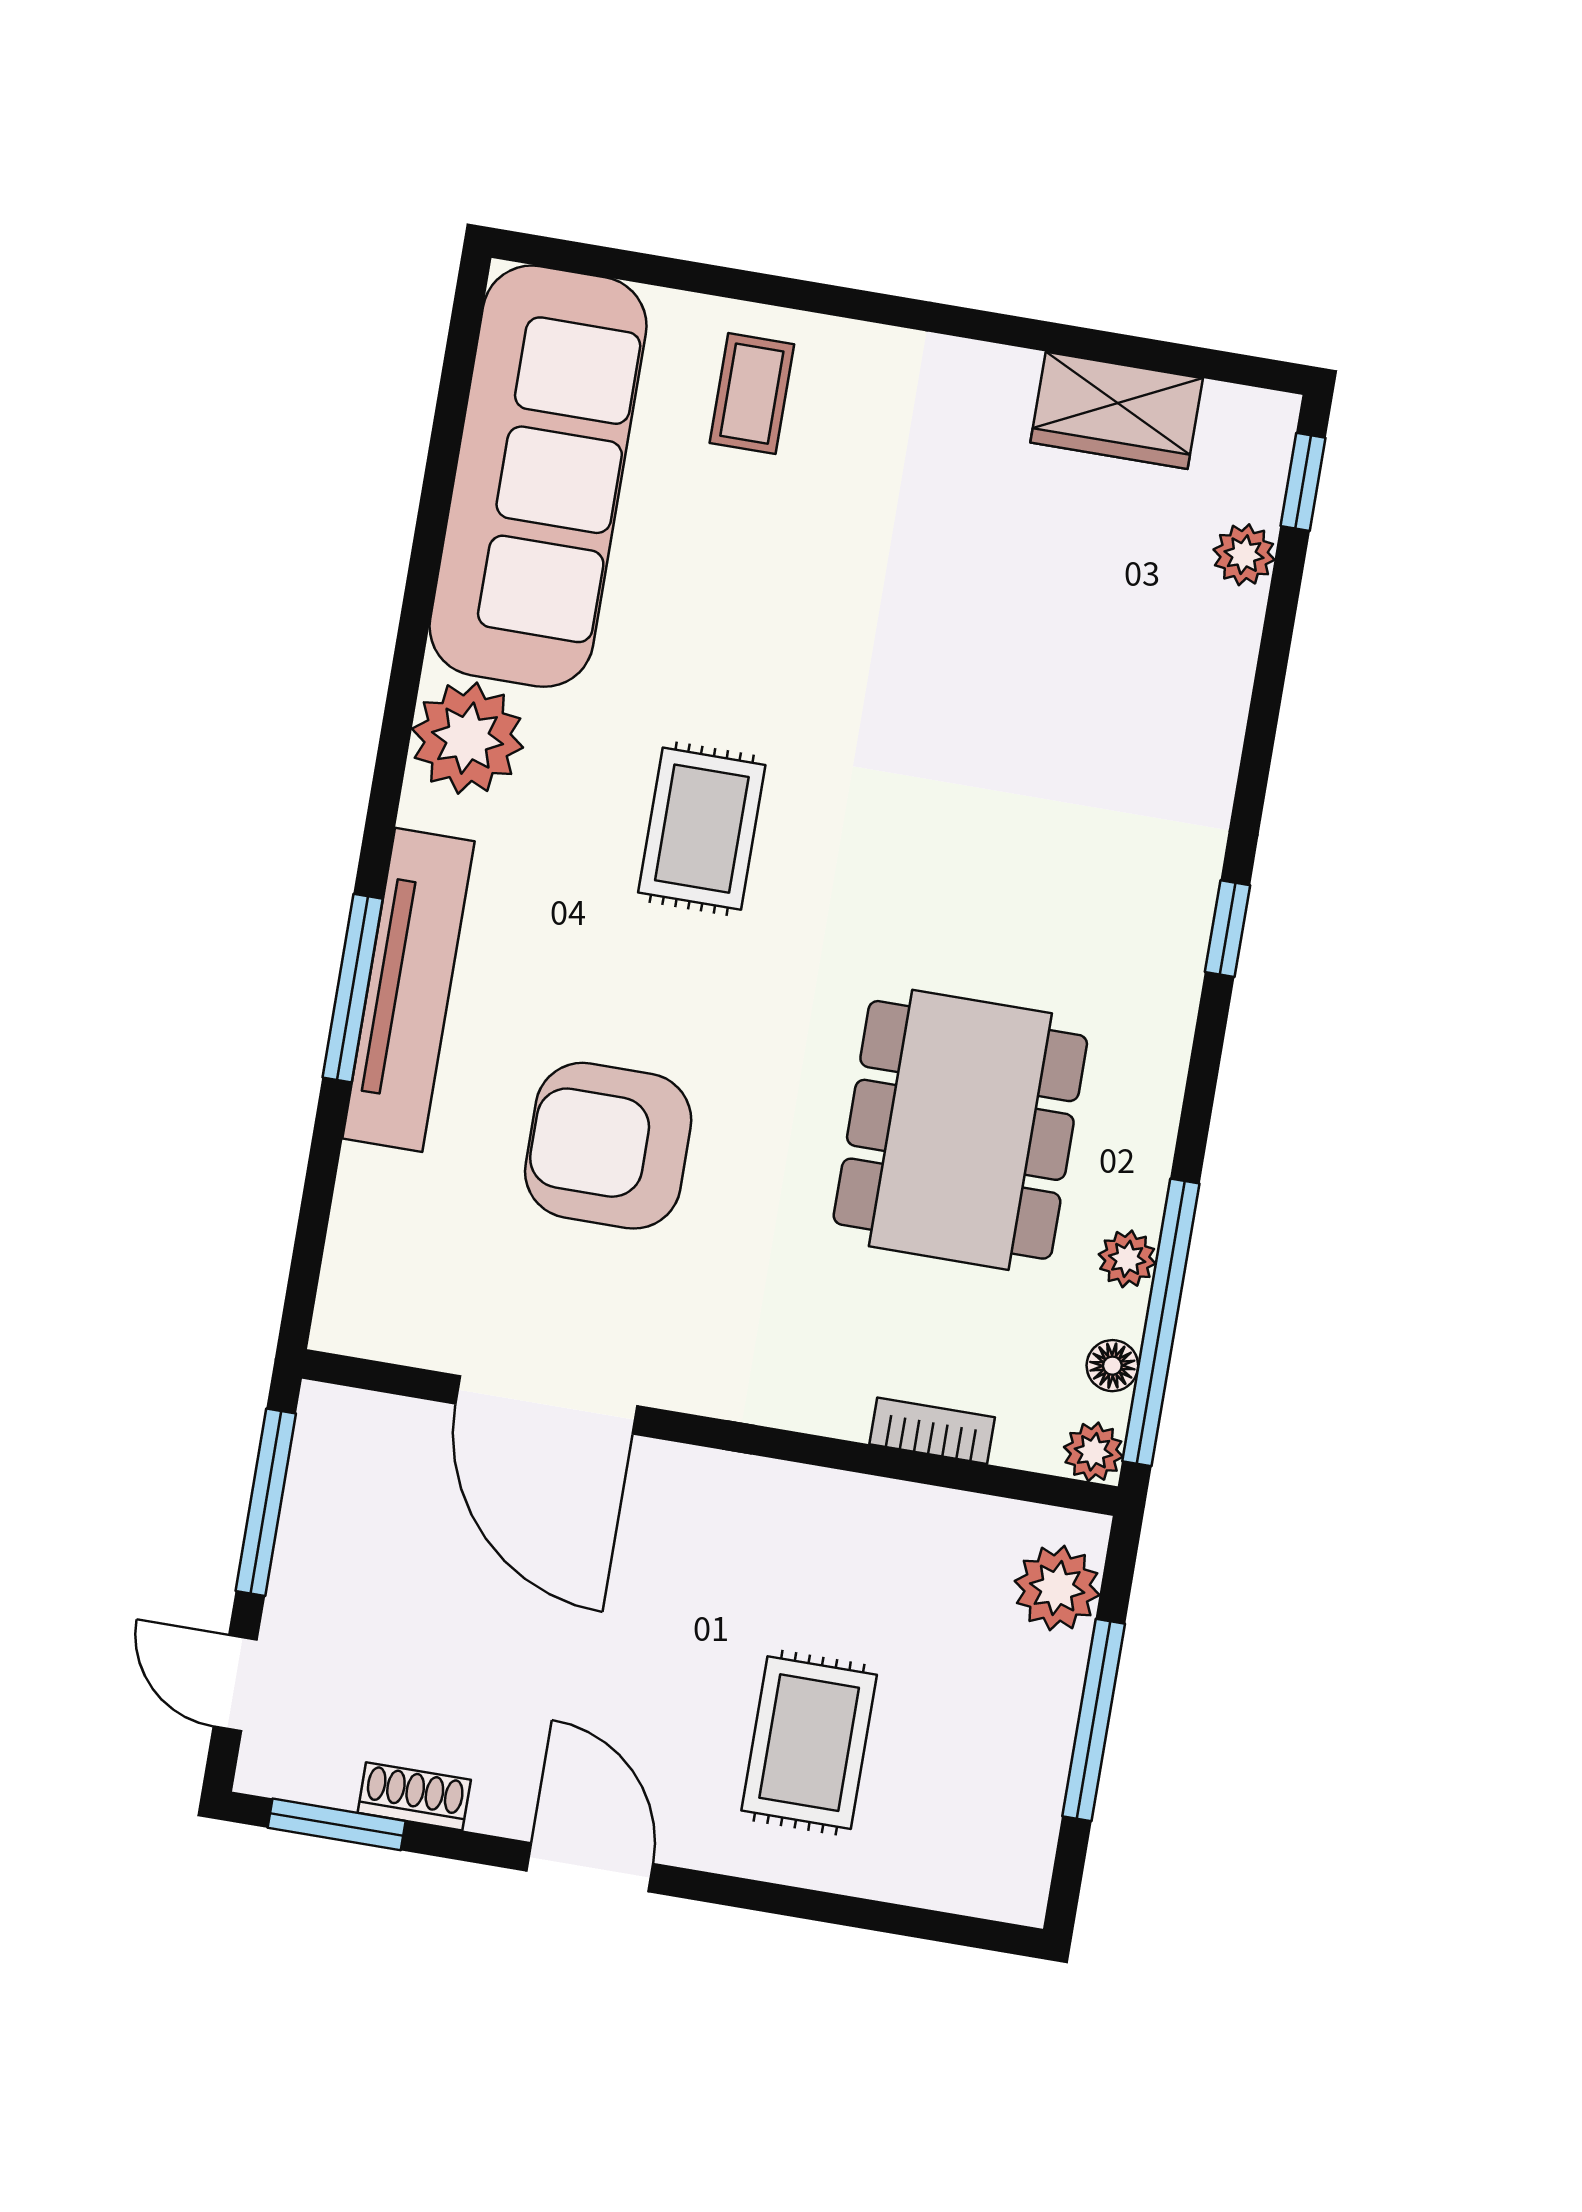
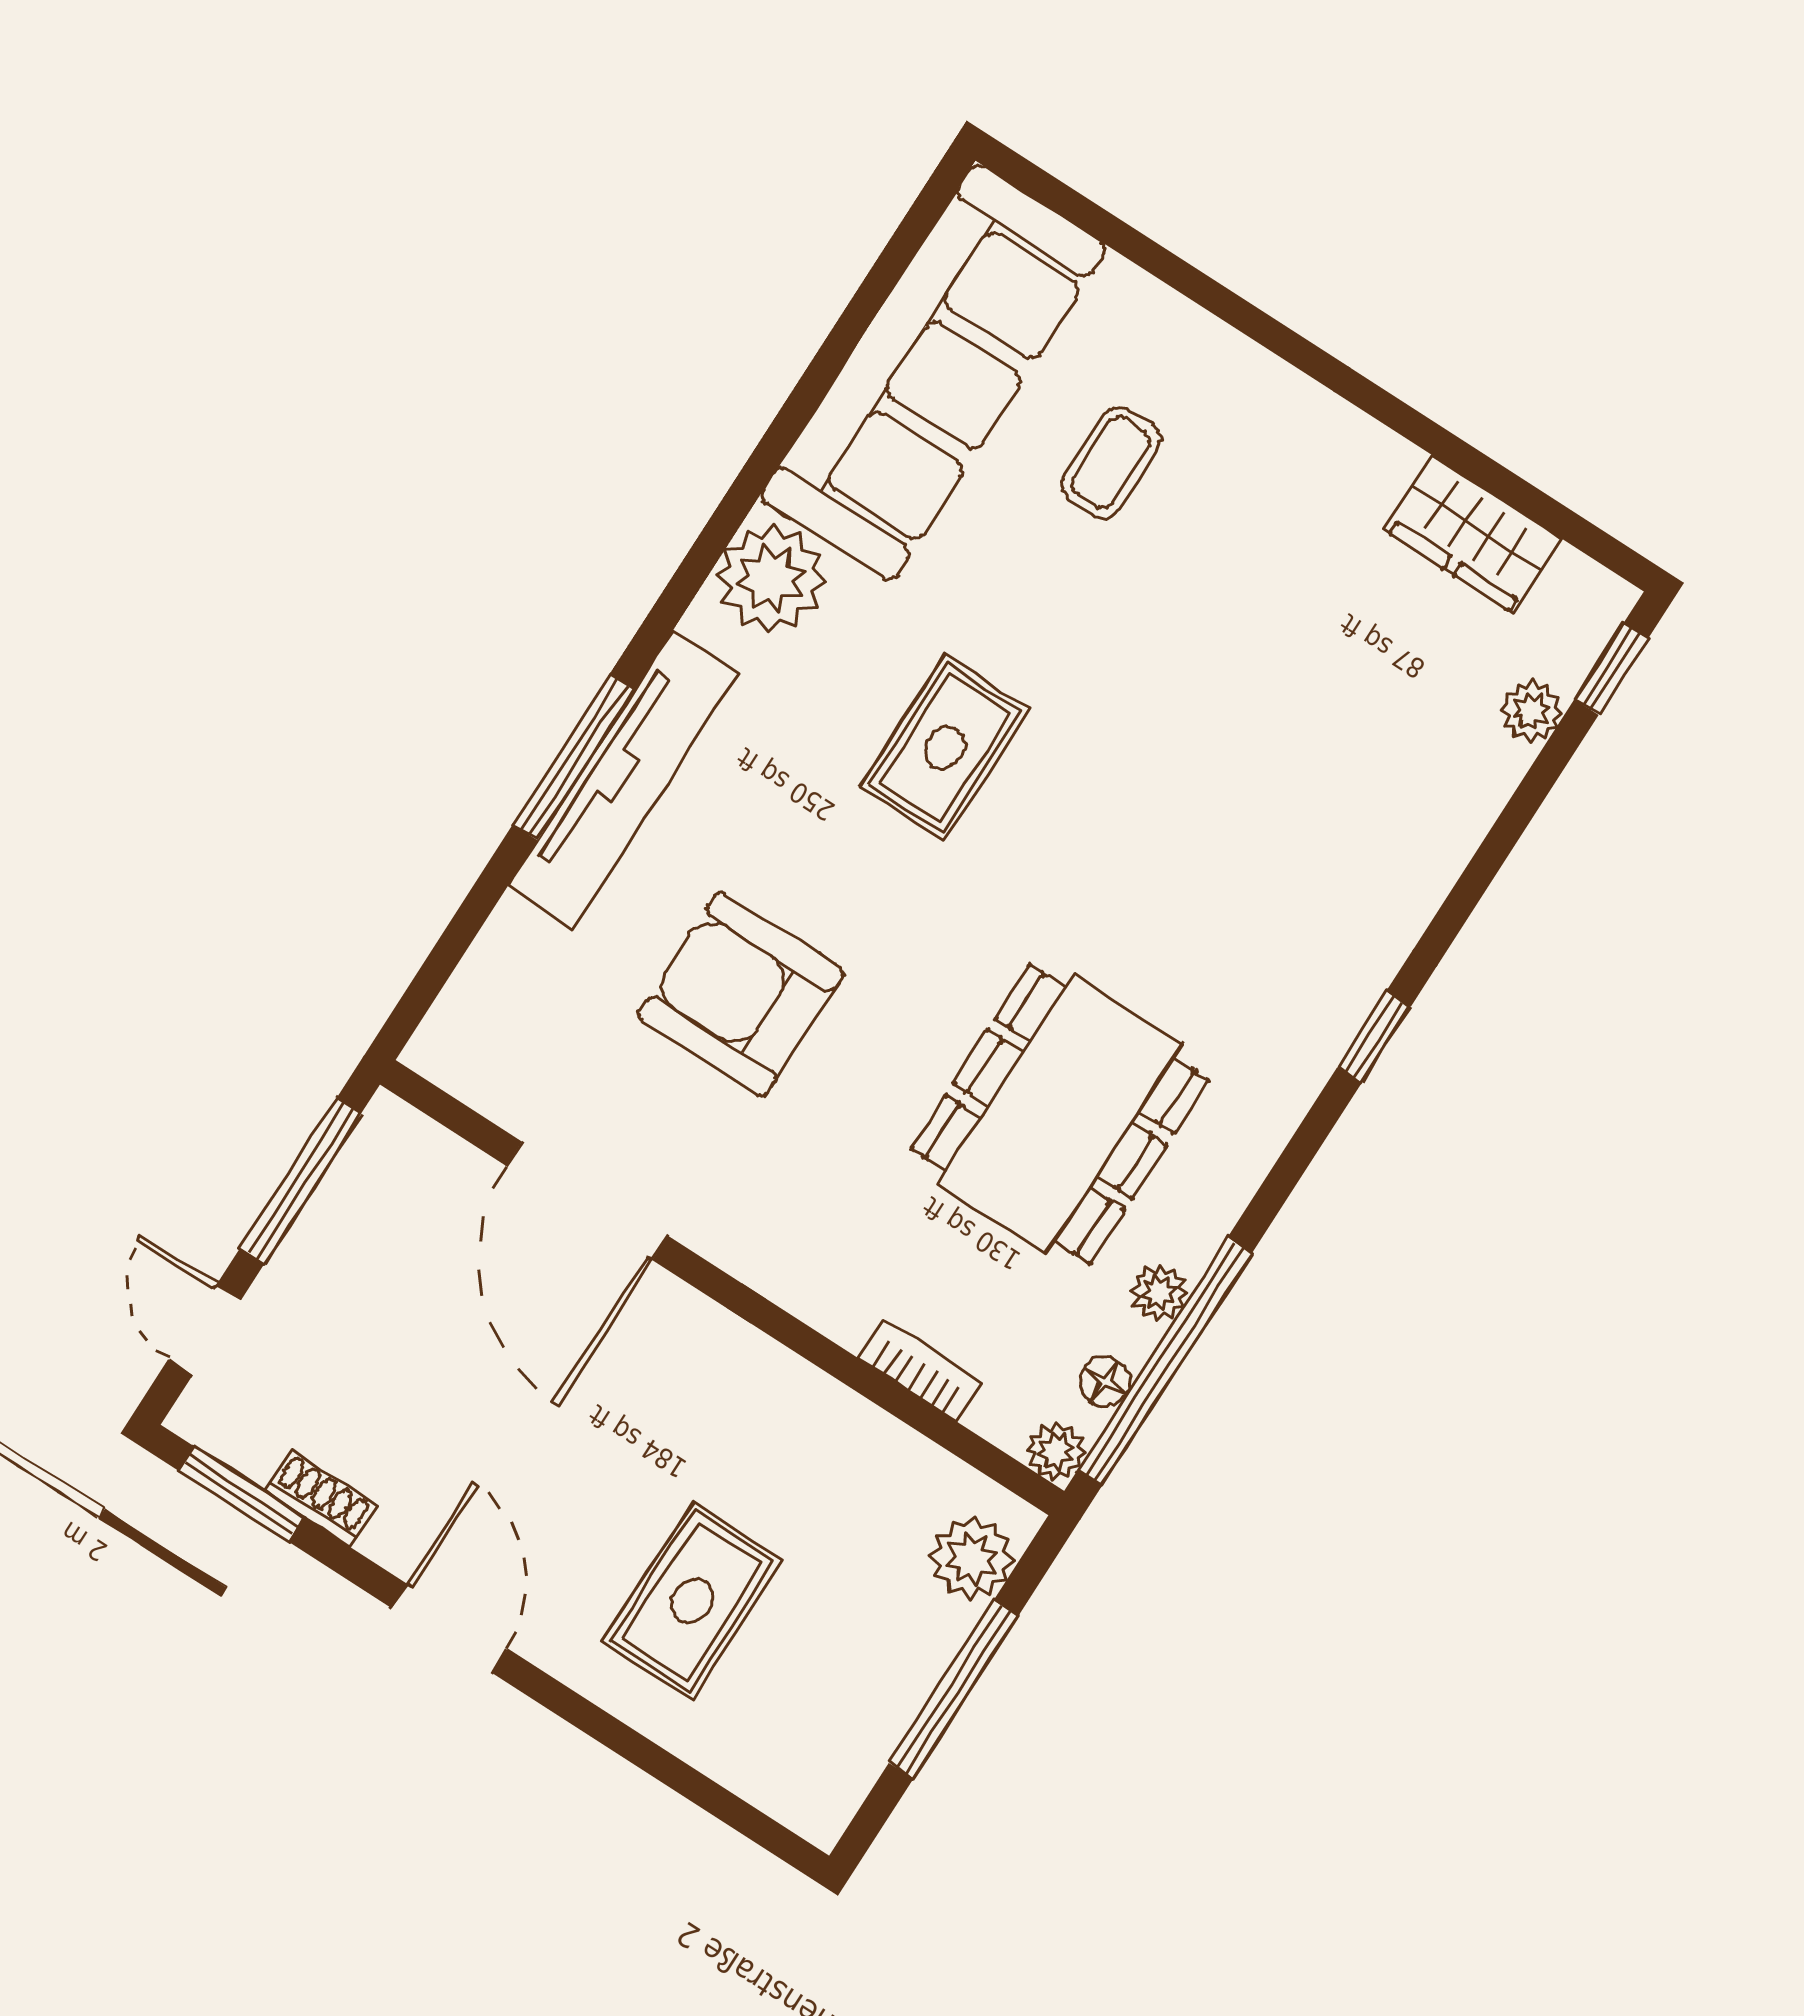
coffee table: (752, 394) -> (1111, 463), moved

